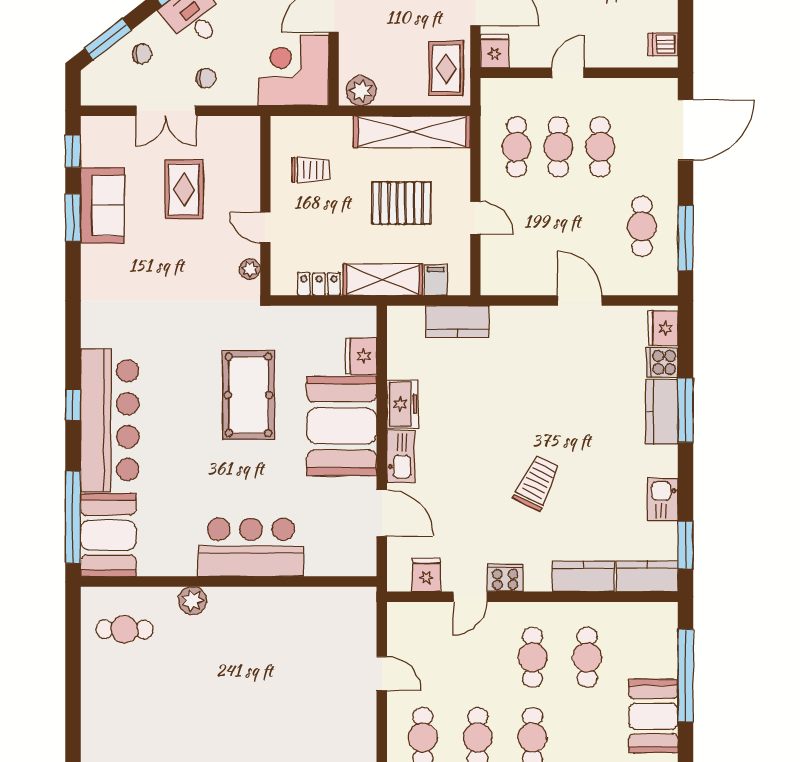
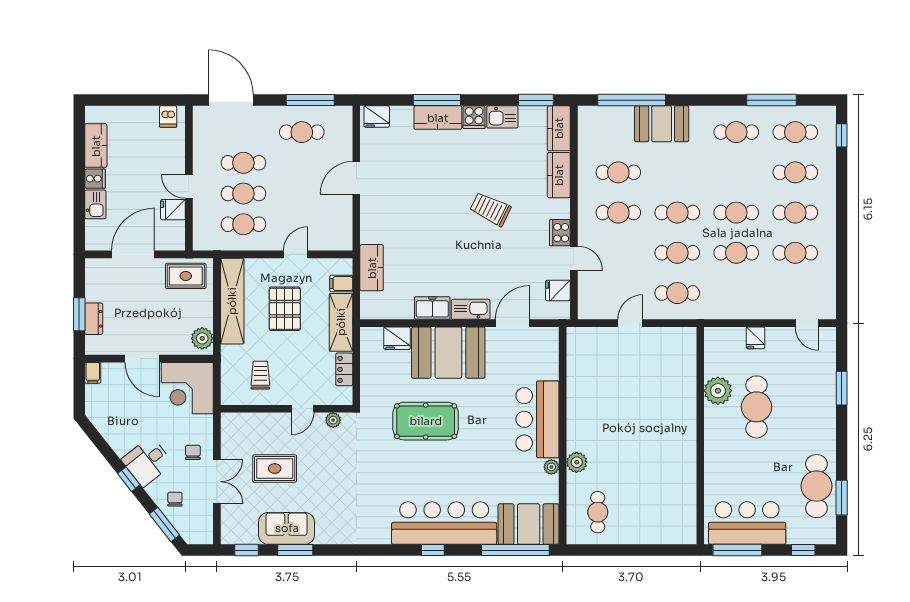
fridge: (495, 51) -> (173, 210), moved
cooker: (662, 362) -> (474, 117), moved
plant: (186, 566) -> (551, 467), added

